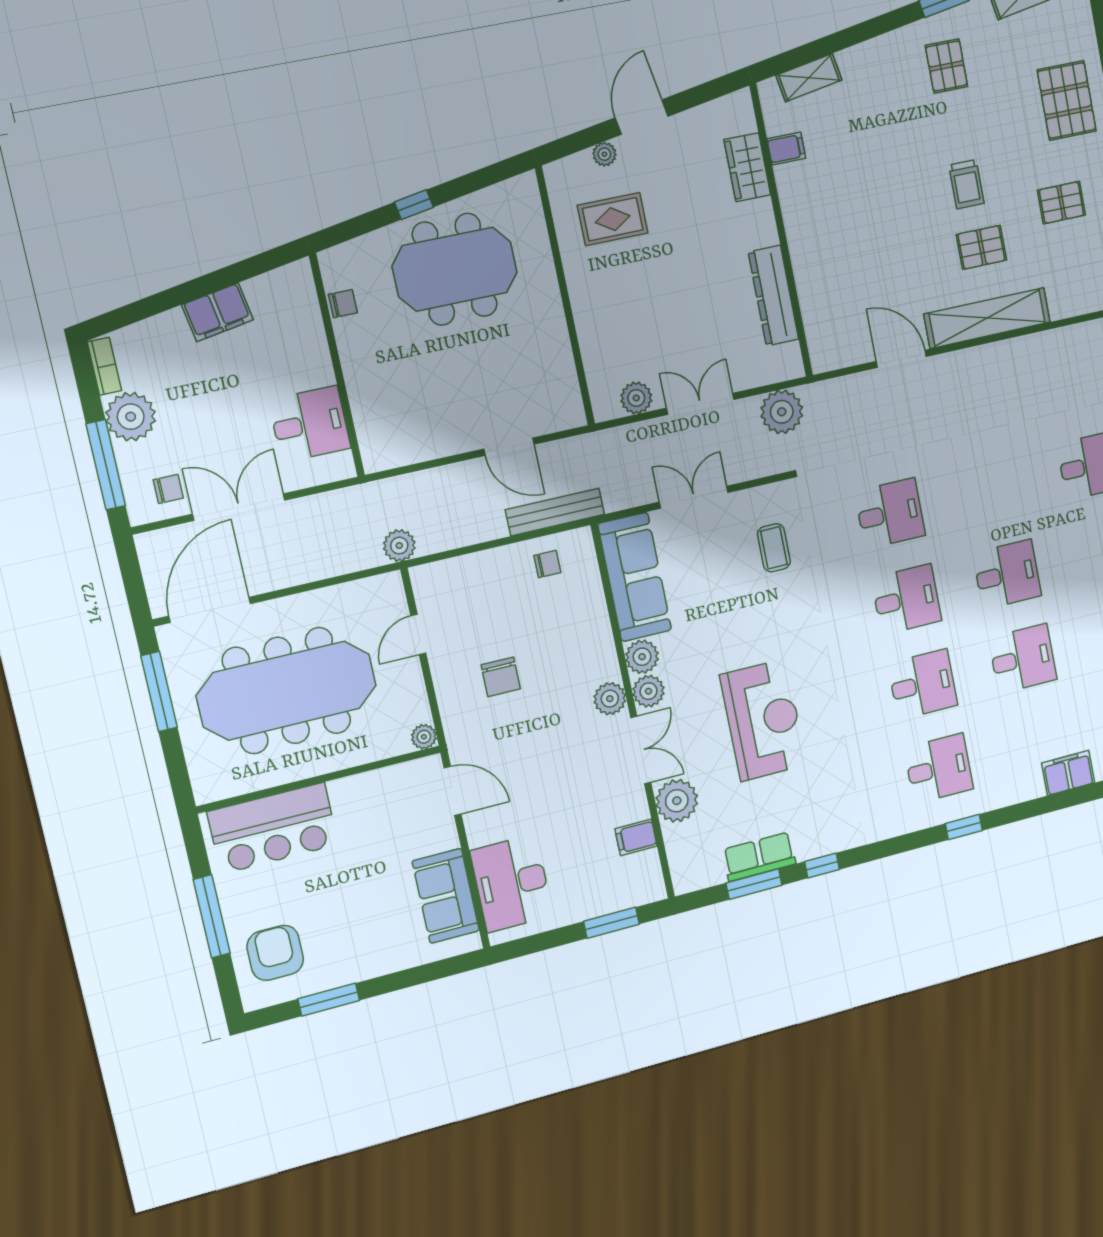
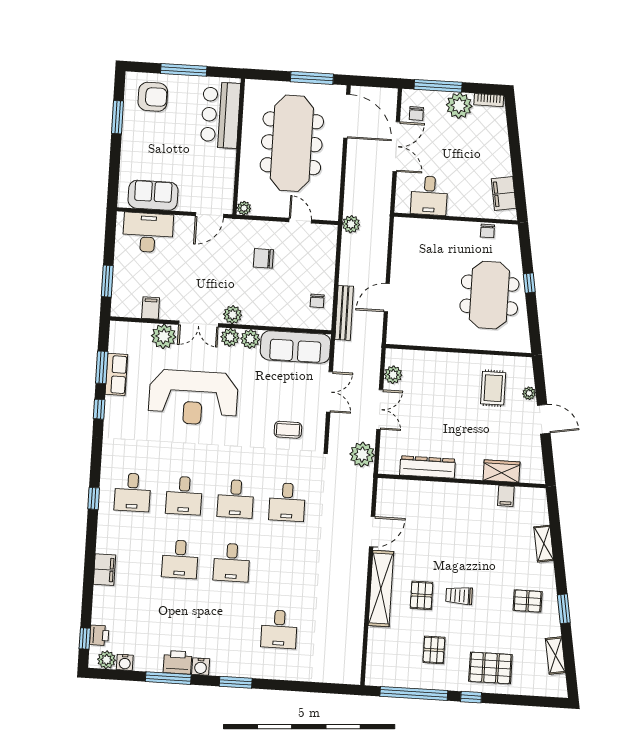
shelving: (809, 78) -> (544, 544), moved
filing cabinet: (218, 312) -> (504, 193), moved
reception desk: (763, 720) -> (193, 398), width x1.36, depth x1.30

